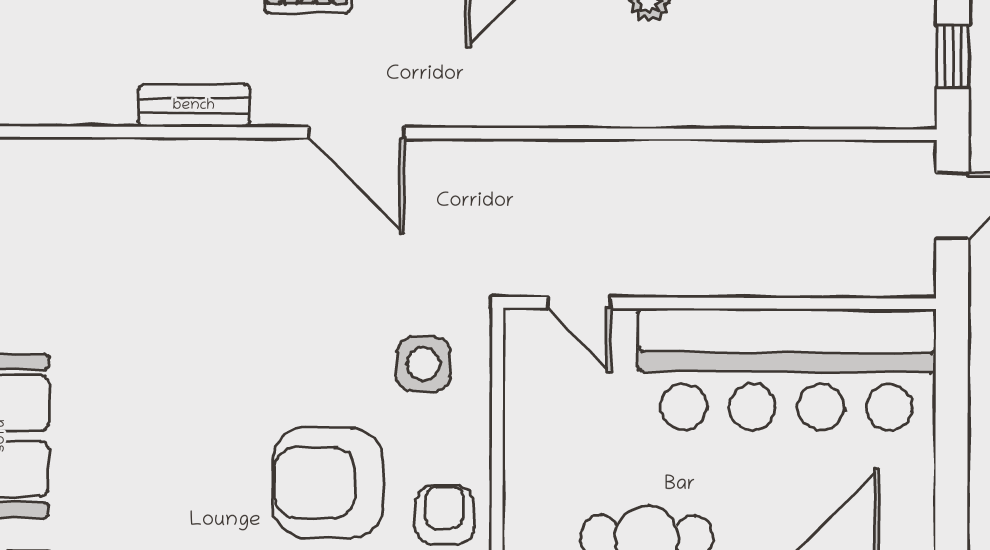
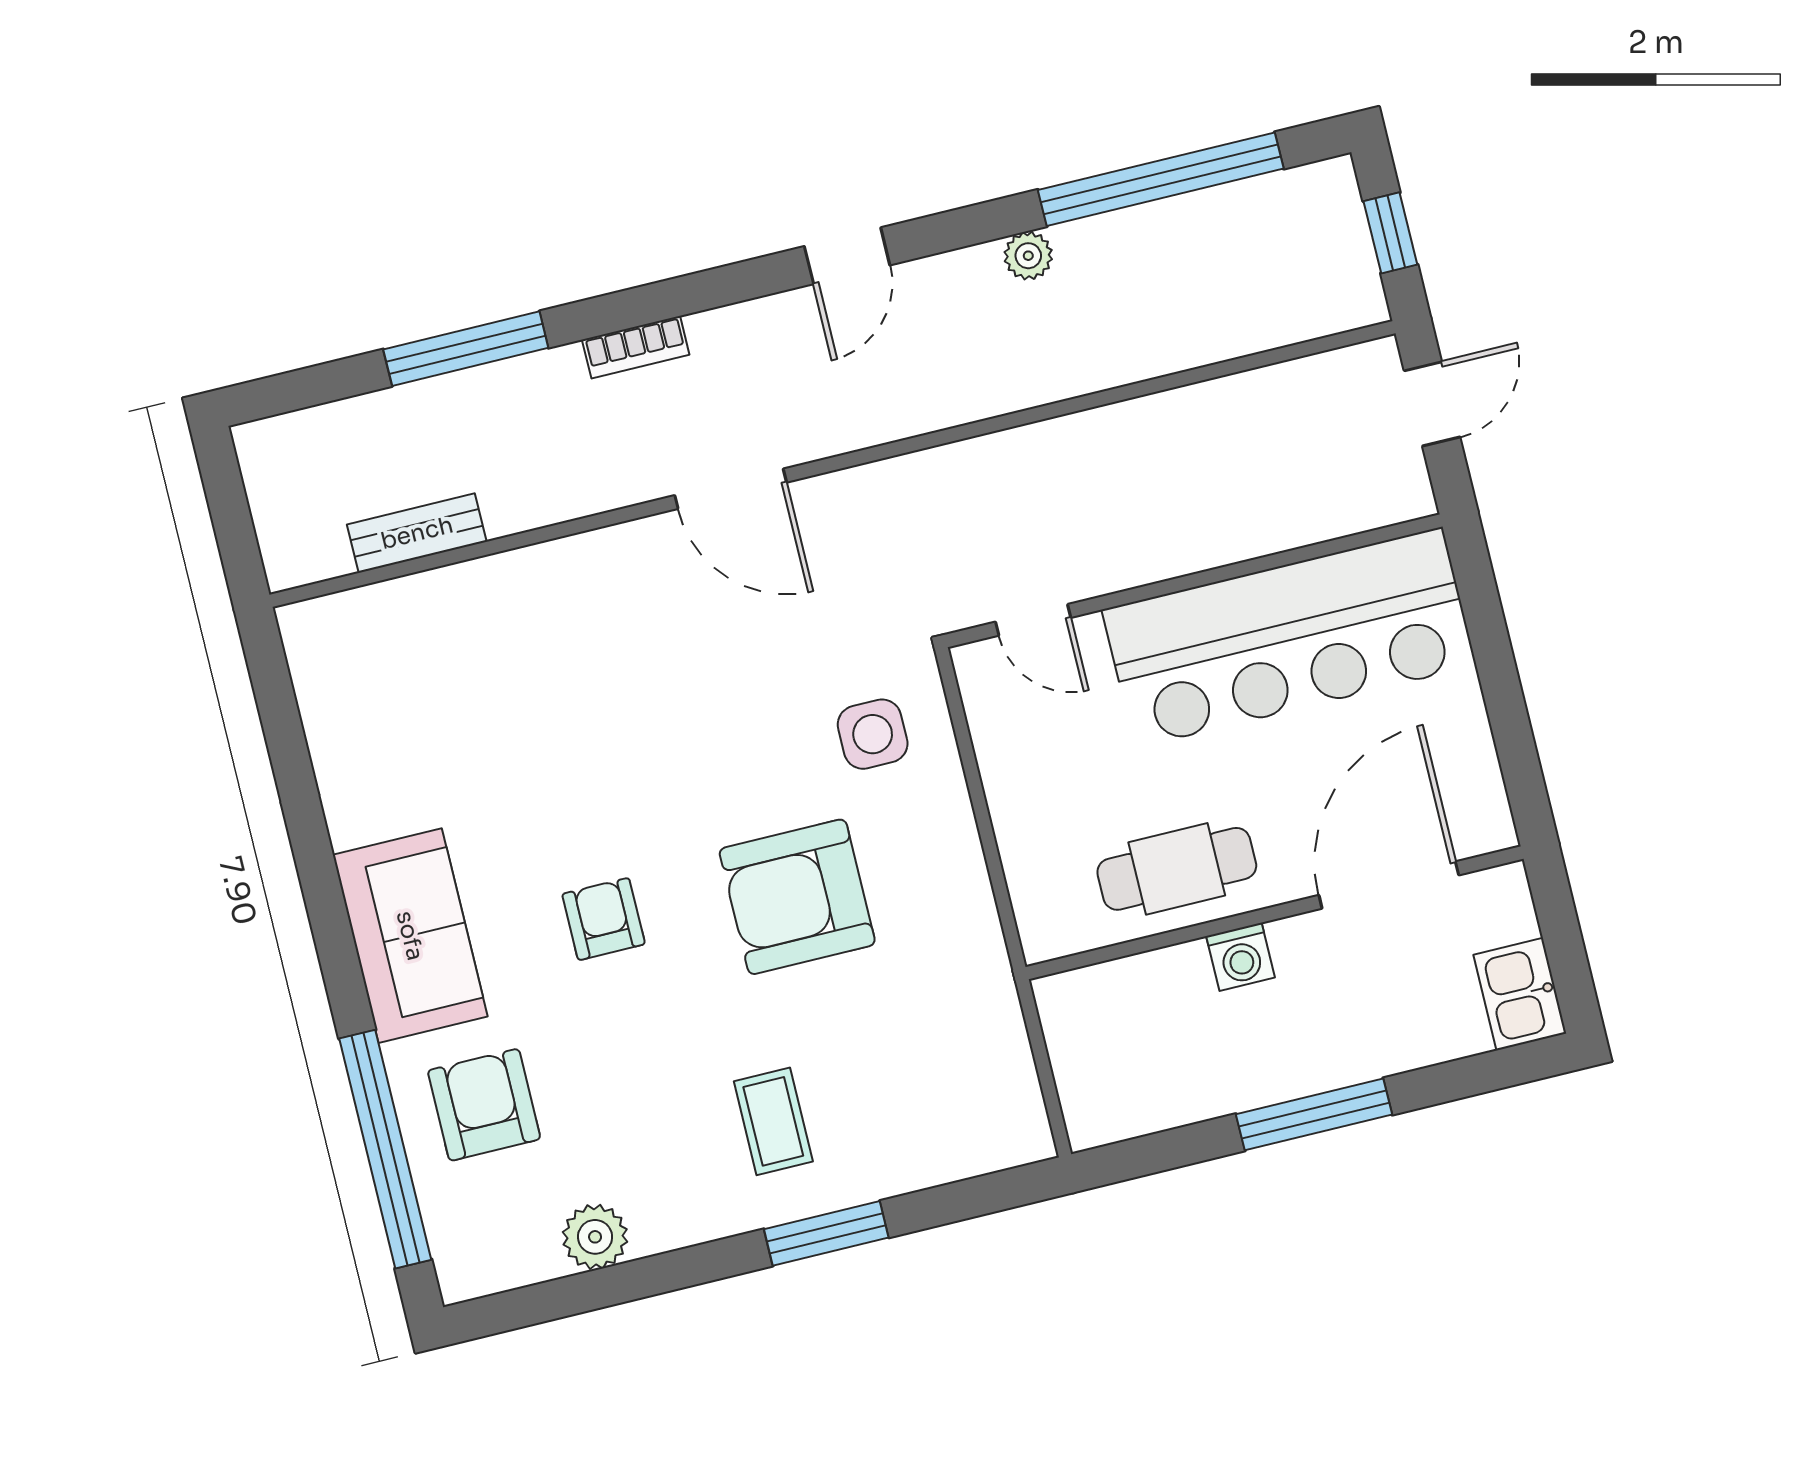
bench: (194, 106) -> (417, 533), moved
armchair: (444, 515) -> (604, 919), moved

